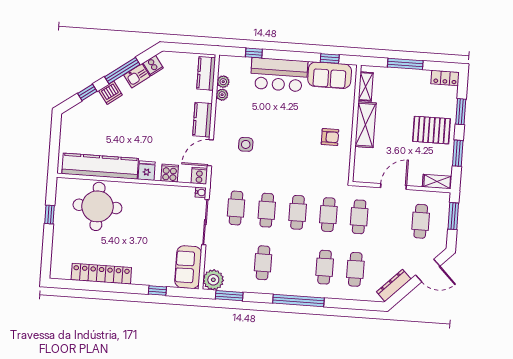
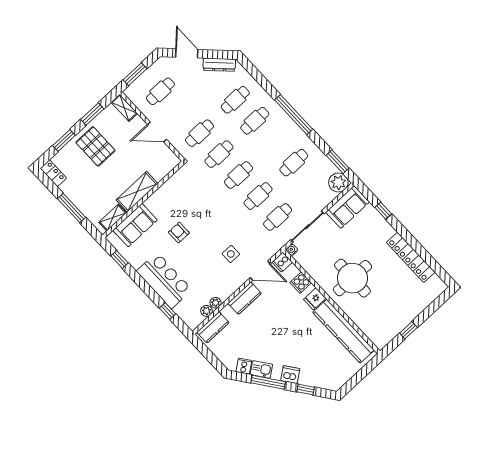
sofa: (330, 75) -> (135, 225), moved, turned 90
armchair: (330, 137) -> (179, 233), moved
round table: (97, 206) -> (352, 278), moved

